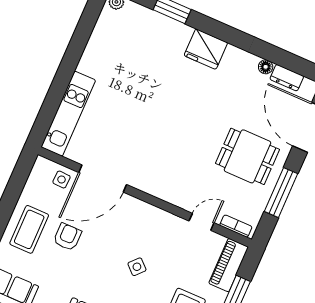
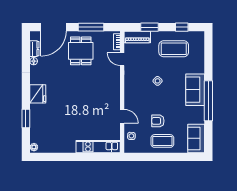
door: (103, 178) -> (122, 116), width x0.53

